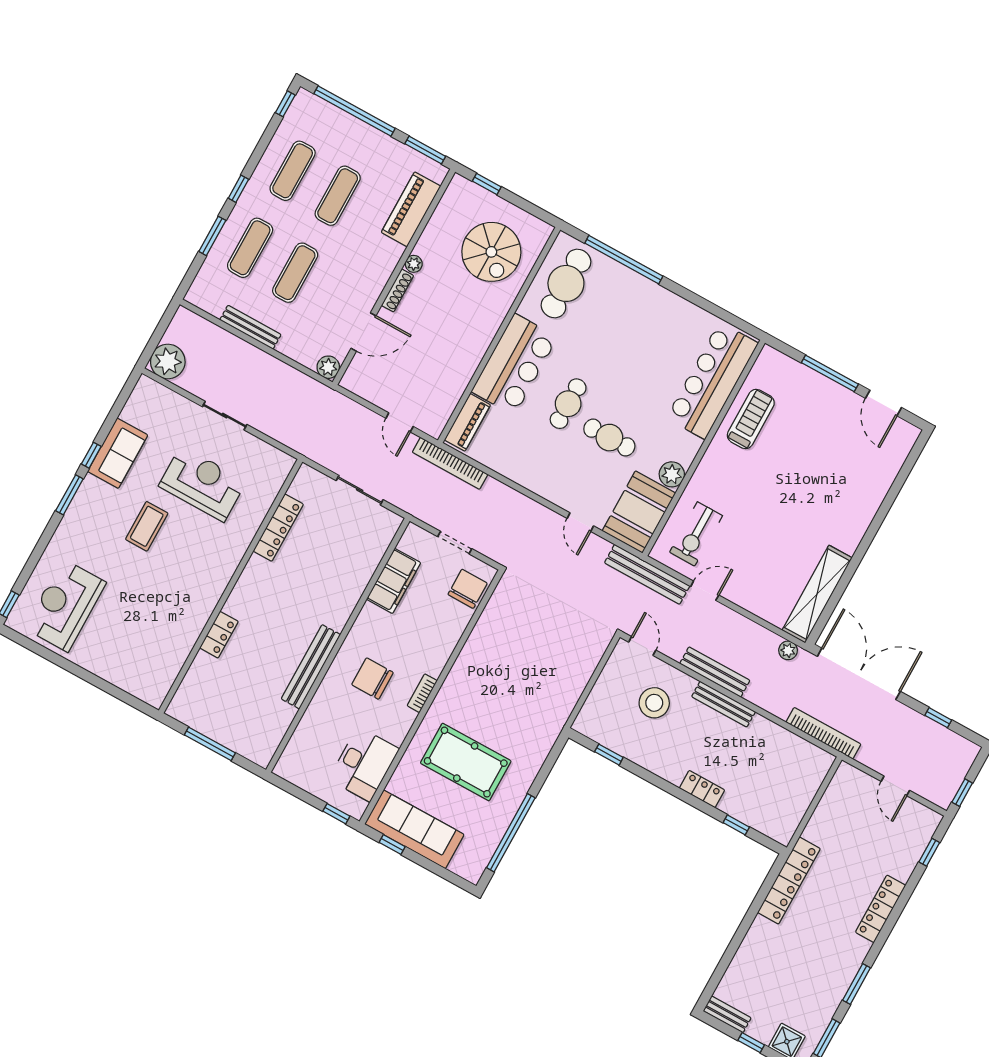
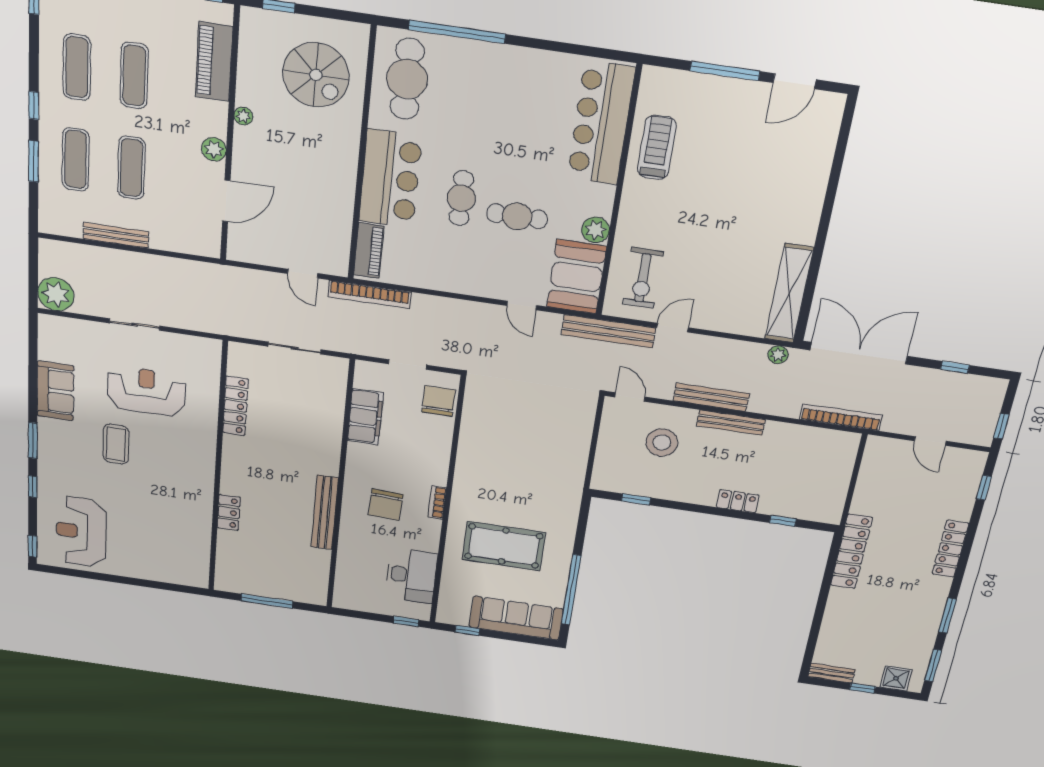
shoe rack: (398, 290) -> (240, 148), removed
plant: (328, 367) -> (214, 149), moved
door: (883, 403) -> (795, 81), hinge flipped
window: (91, 455) -> (33, 487), moved
chair: (372, 679) -> (386, 505), turned -87
sofa: (414, 829) -> (516, 618), moved

